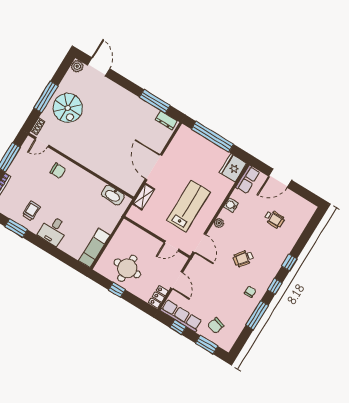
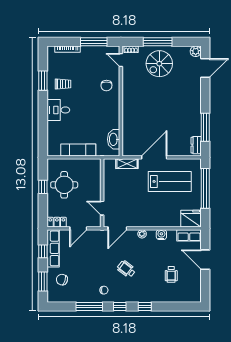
lab bench: (189, 206) -> (170, 181), moved
exam couch: (94, 248) -> (78, 150), moved

